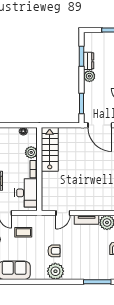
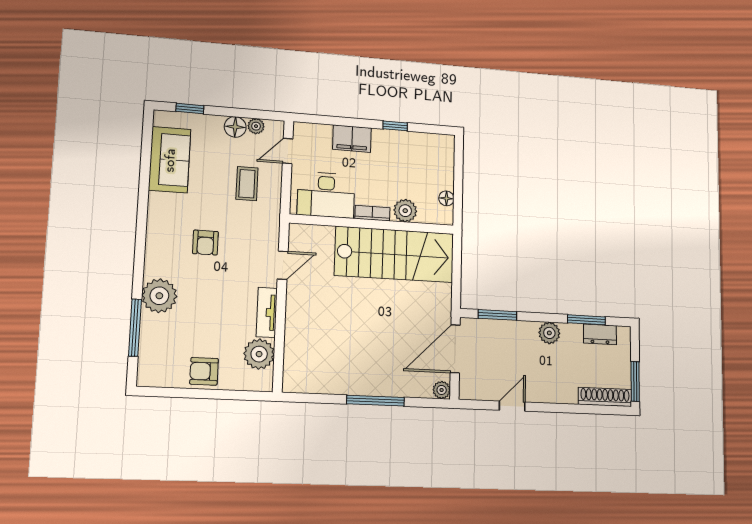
dresser: (89, 61) -> (600, 334), moved
stairs: (50, 149) -> (394, 254), width x1.36, depth x1.51
door: (63, 213) -> (283, 265), swing flipped
plant: (55, 271) -> (159, 296), moved

